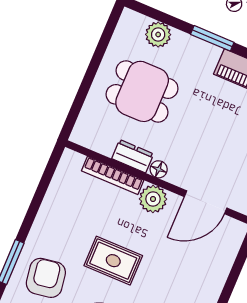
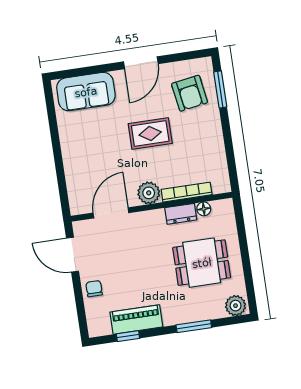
plant: (158, 35) -> (236, 306), moved
window: (212, 38) -> (194, 326), moved
floor lamp: (159, 169) -> (204, 209), moved

